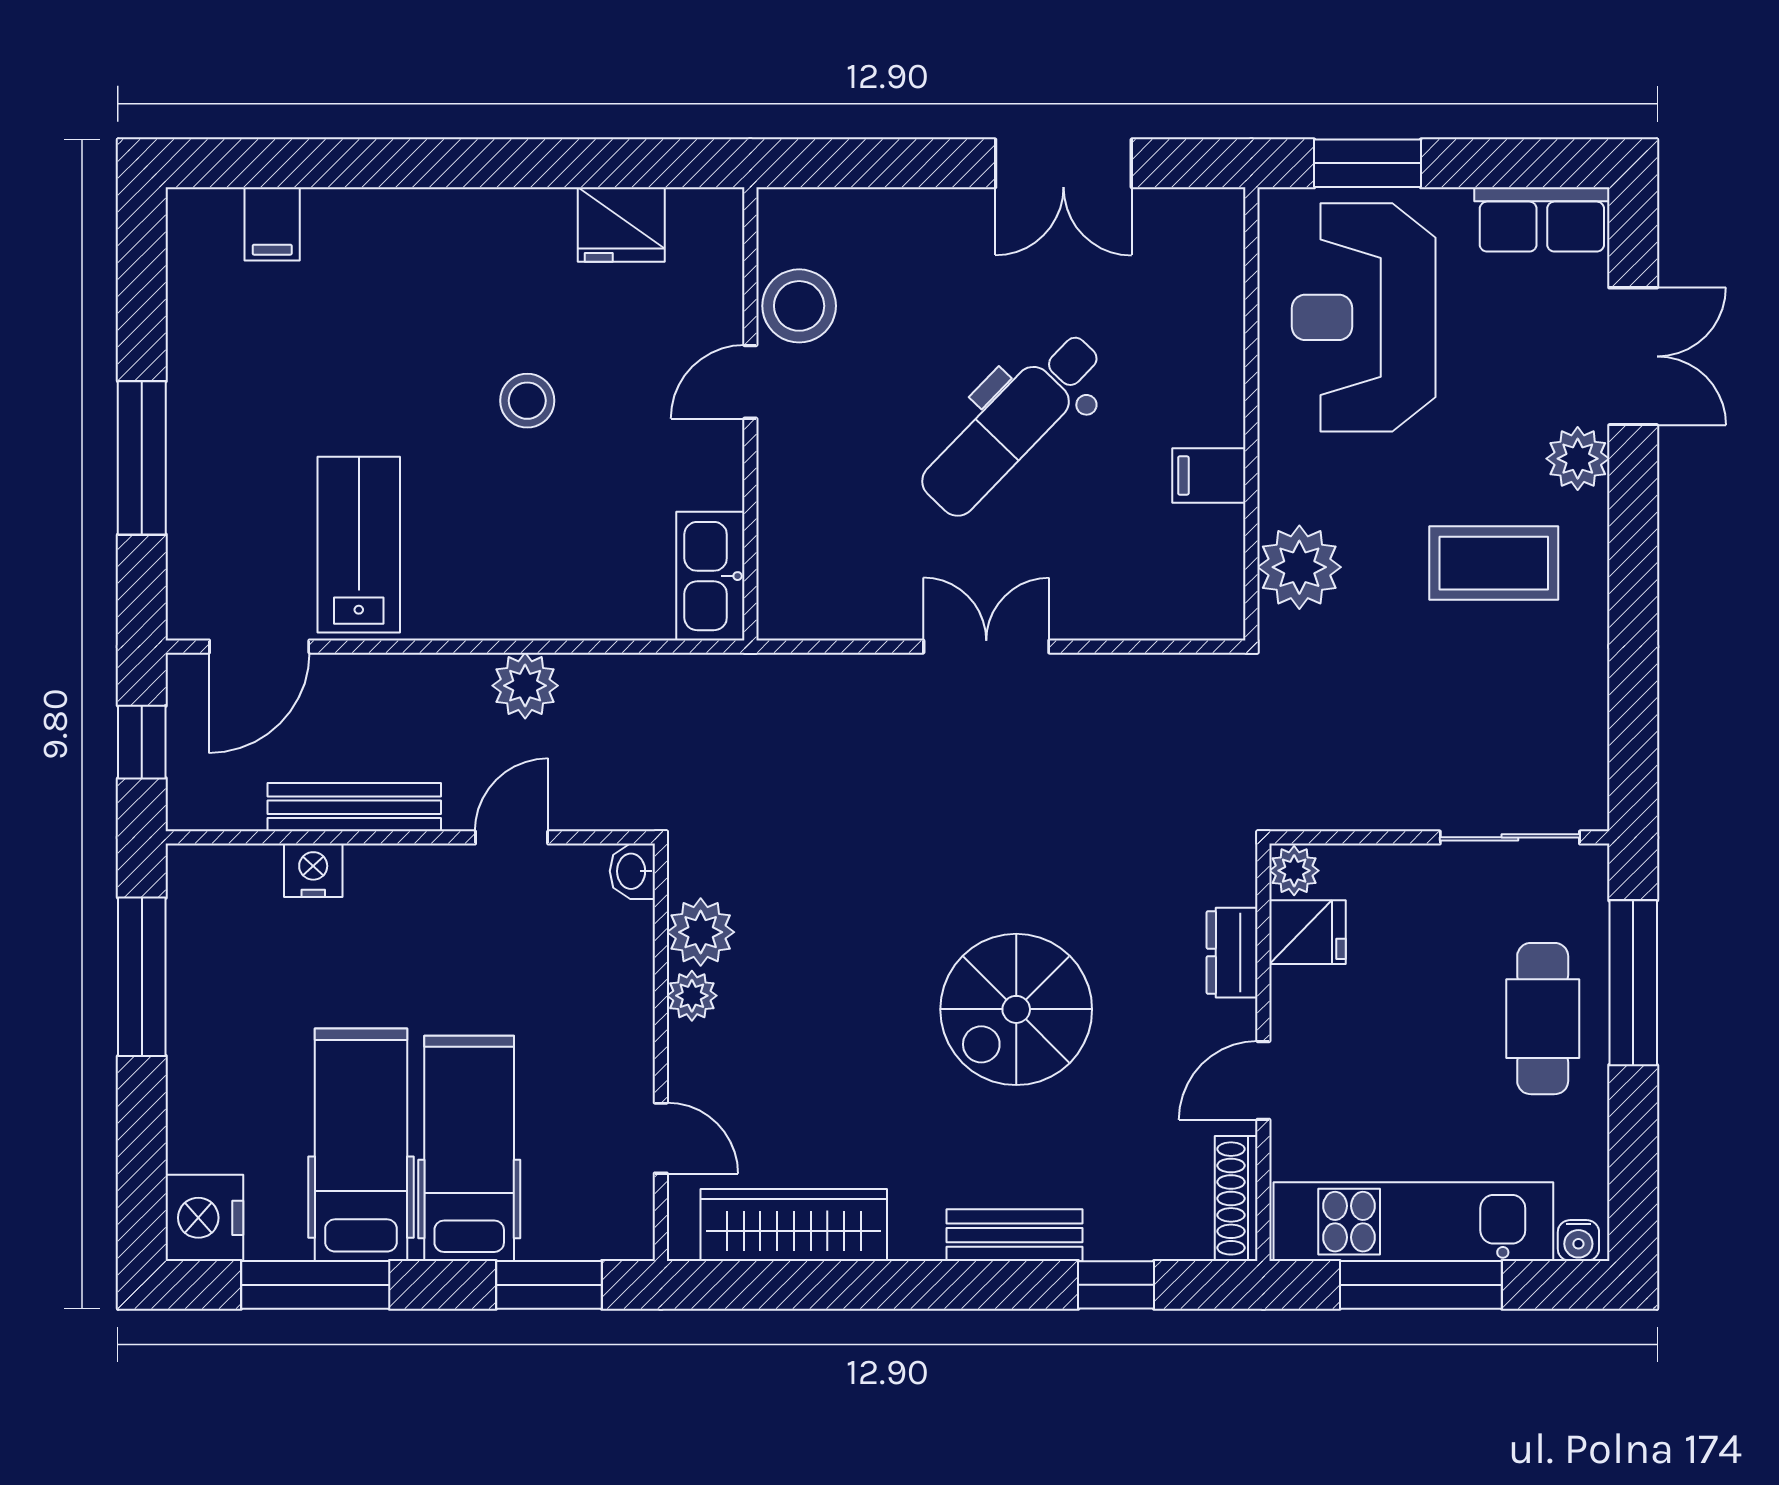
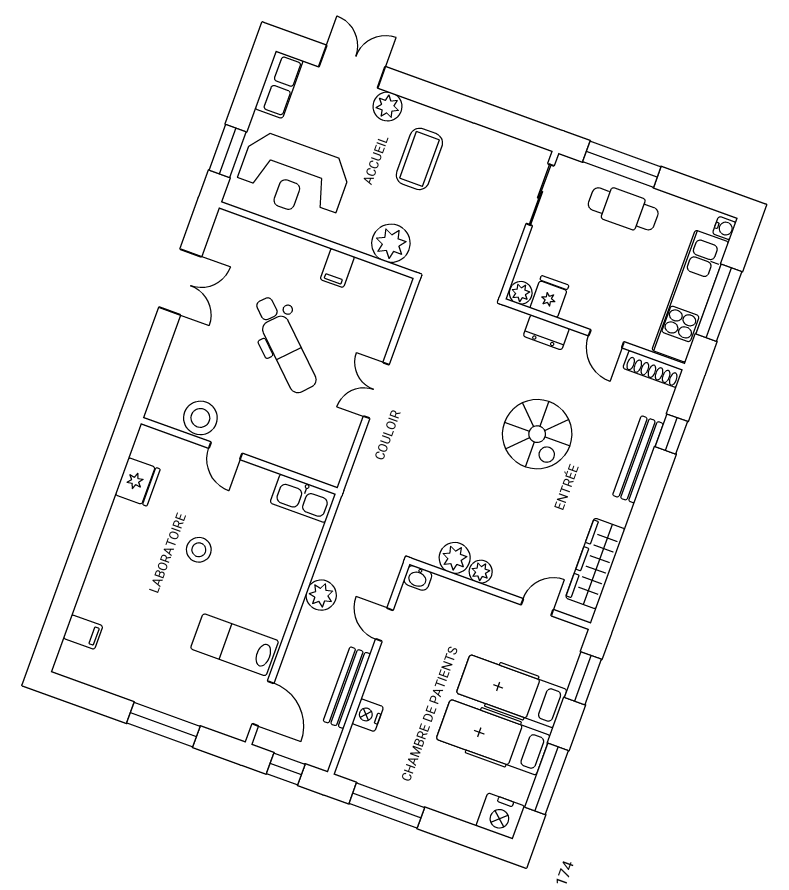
bench: (1015, 1235) -> (638, 459), width x1.36

